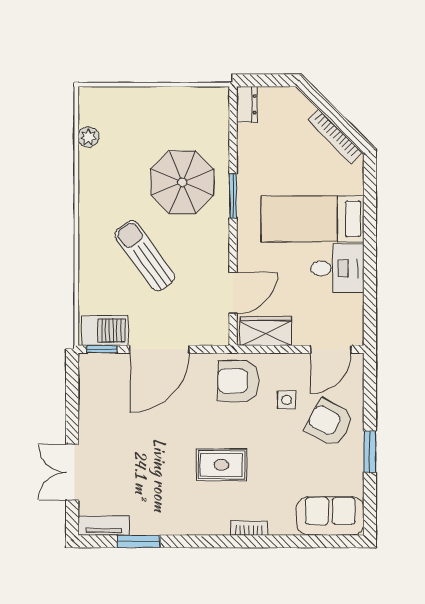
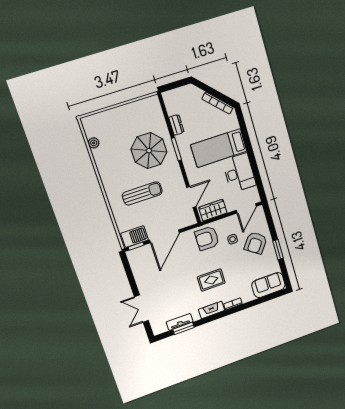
dresser: (247, 104) -> (176, 125), moved
sun lounger: (145, 256) -> (142, 193), turned 126
desk: (337, 268) -> (239, 173), width x1.37
armchair: (329, 423) -> (256, 243), turned -83
fireplace: (204, 525) -> (212, 310), added
tv unit: (104, 526) -> (180, 322), moved

